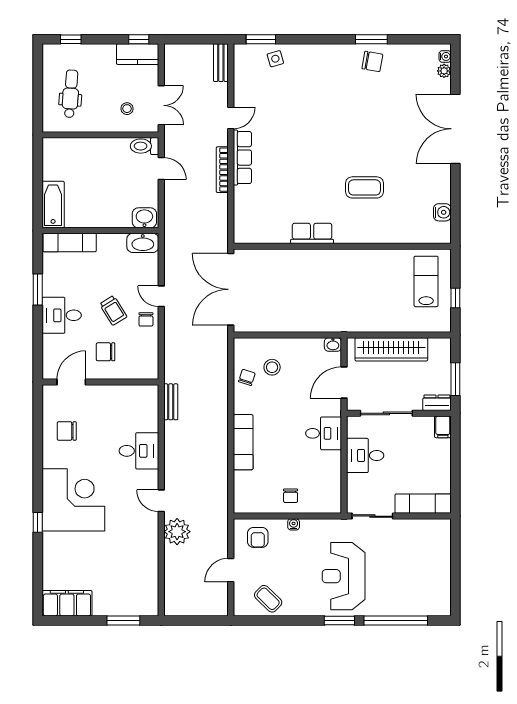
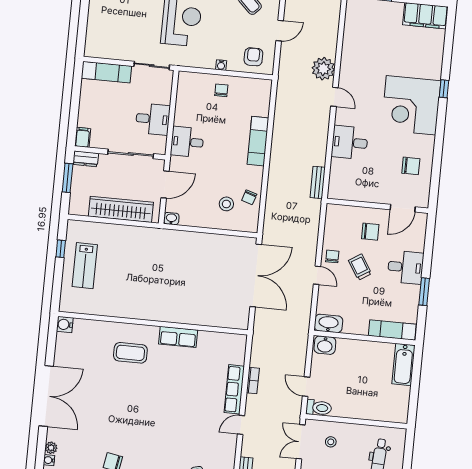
bookcase: (222, 170) -> (253, 380), width x0.64
row of seats: (312, 233) -> (178, 337), moved
wall: (342, 246) -> (153, 323), moved

